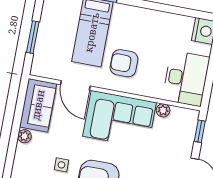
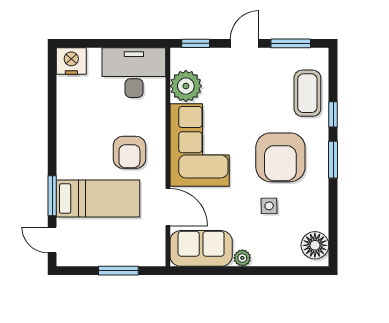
door: (75, 85) -> (168, 207), hinge flipped
plant: (163, 110) -> (186, 86), width x1.88, depth x1.88

